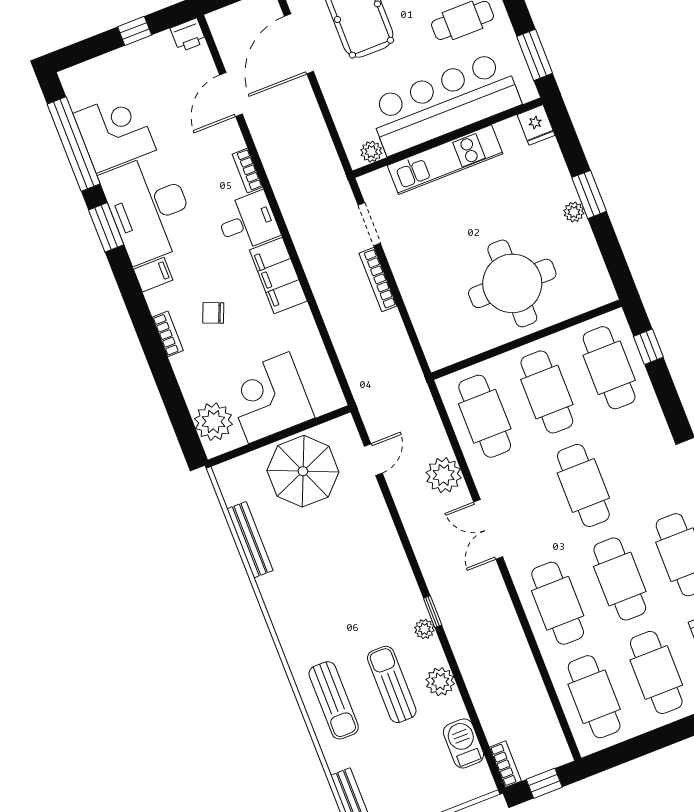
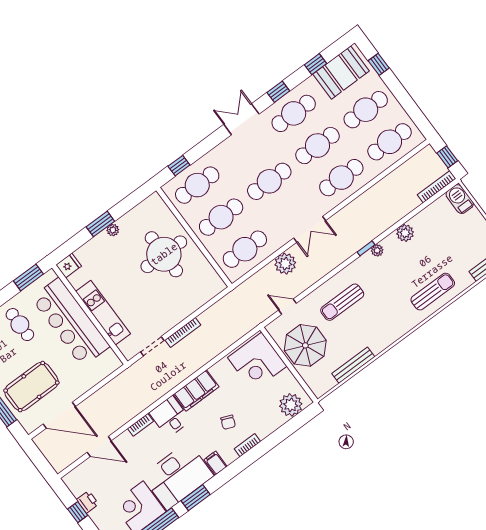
printer: (188, 35) -> (87, 502), moved
plant: (371, 152) -> (110, 356), removed
corner desk: (269, 398) -> (257, 362), moved
sun lounger: (392, 684) -> (342, 302), moved
barbecue: (463, 743) -> (460, 199), moved, turned 90
bookcase: (505, 764) -> (437, 187), width x1.56

